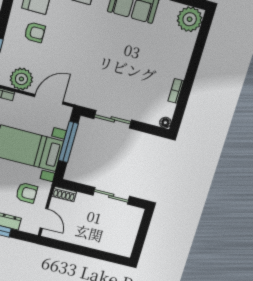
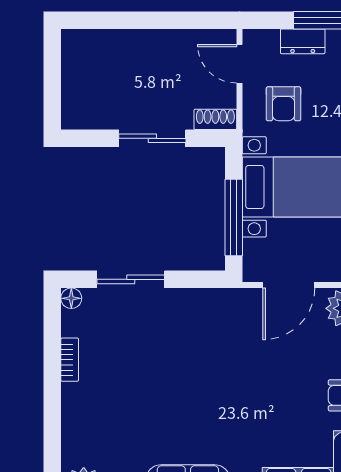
sliding door: (113, 119) -> (131, 279), moved
armchair: (27, 193) -> (283, 104), turned -90
sliding door: (111, 196) -> (152, 138), moved

